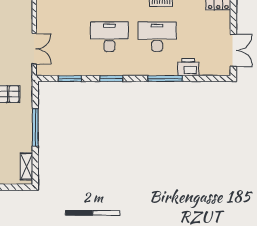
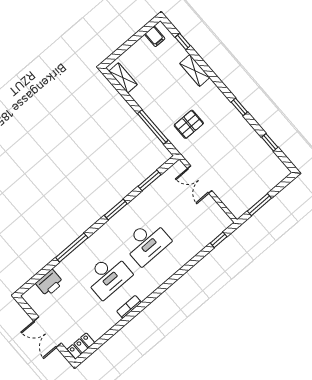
double door: (233, 50) -> (48, 332), moved
printer: (188, 67) -> (49, 283), moved
window: (35, 127) -> (153, 127), moved

